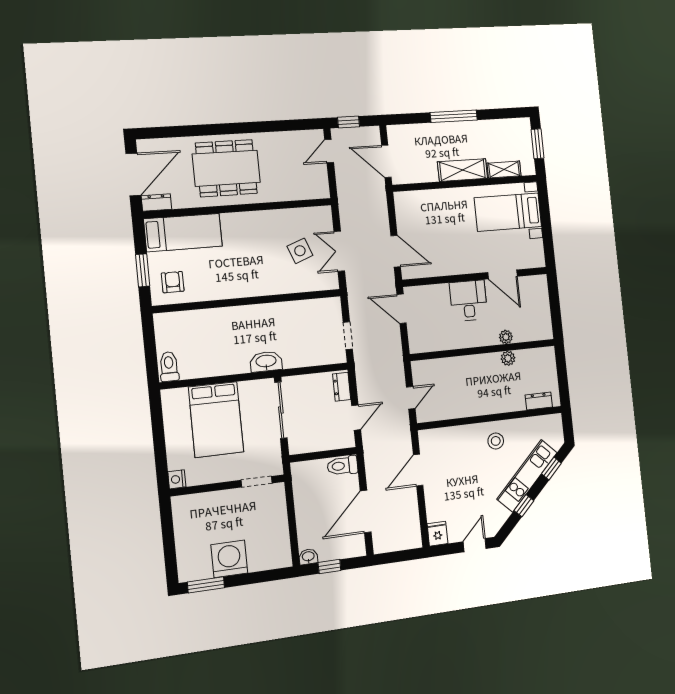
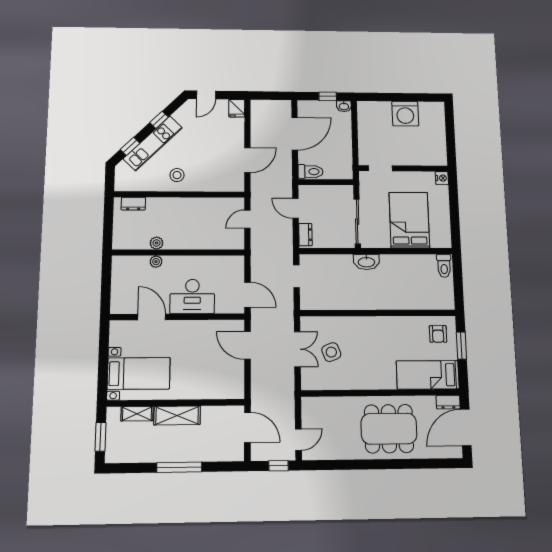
desk: (468, 301) -> (192, 296), width x1.37
door: (356, 418) -> (296, 208), hinge flipped
window: (206, 585) -> (424, 97), removed

